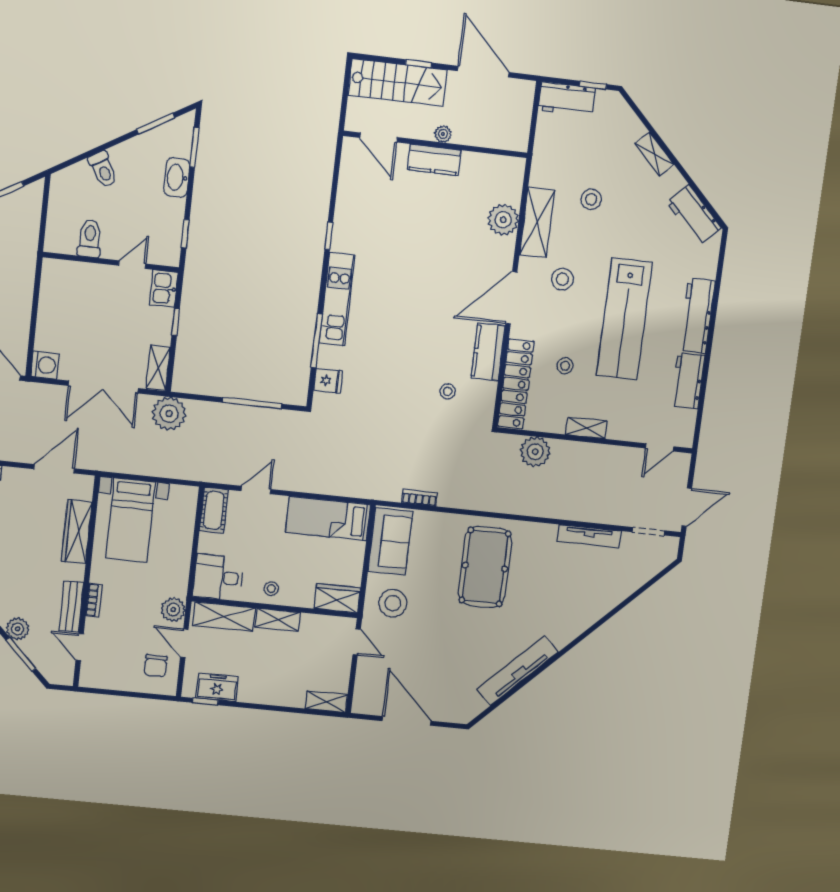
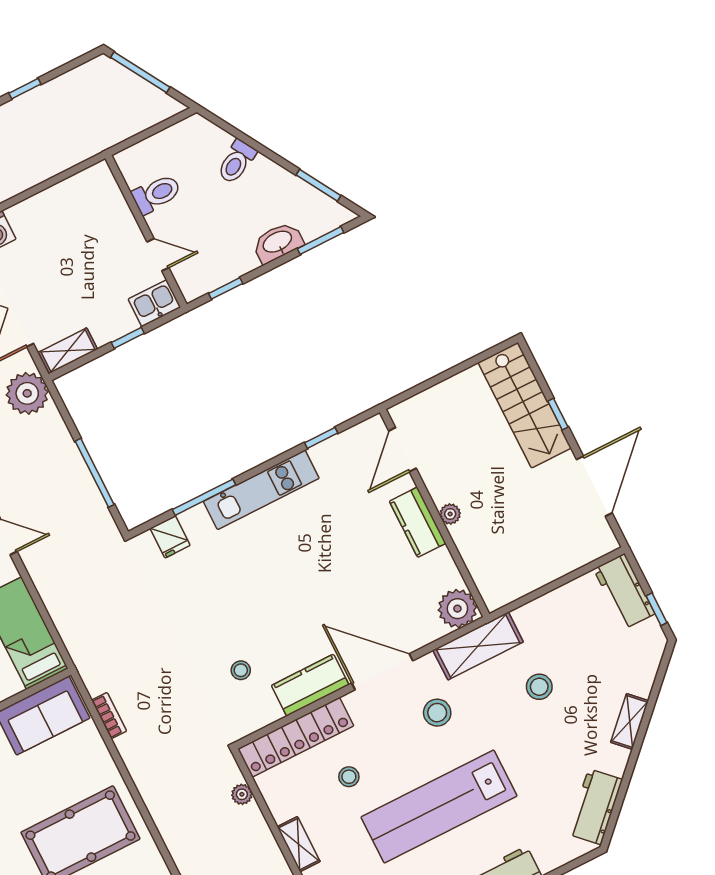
plant: (443, 134) -> (450, 514), moved
door: (379, 137) -> (402, 450), moved
wall: (435, 144) -> (434, 513), moved
kitchen counter: (434, 160) -> (418, 522), moved
plant: (535, 452) -> (242, 794), width x0.53, depth x0.53

